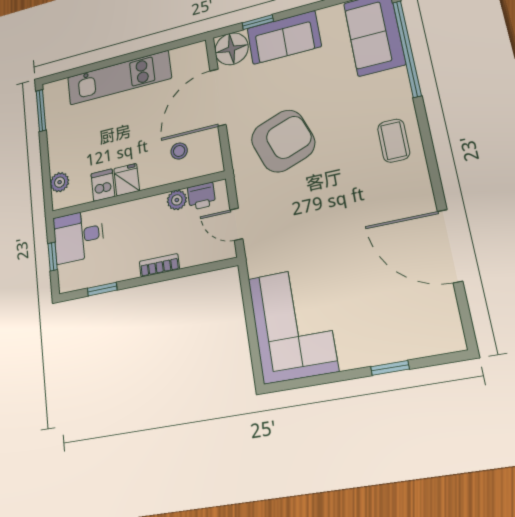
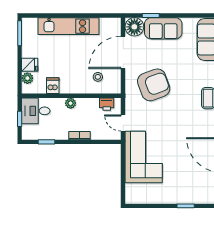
fridge: (127, 180) -> (30, 65), moved, turned 90
plant: (177, 200) -> (71, 103), moved
corner sofa: (293, 324) -> (144, 157), moved

